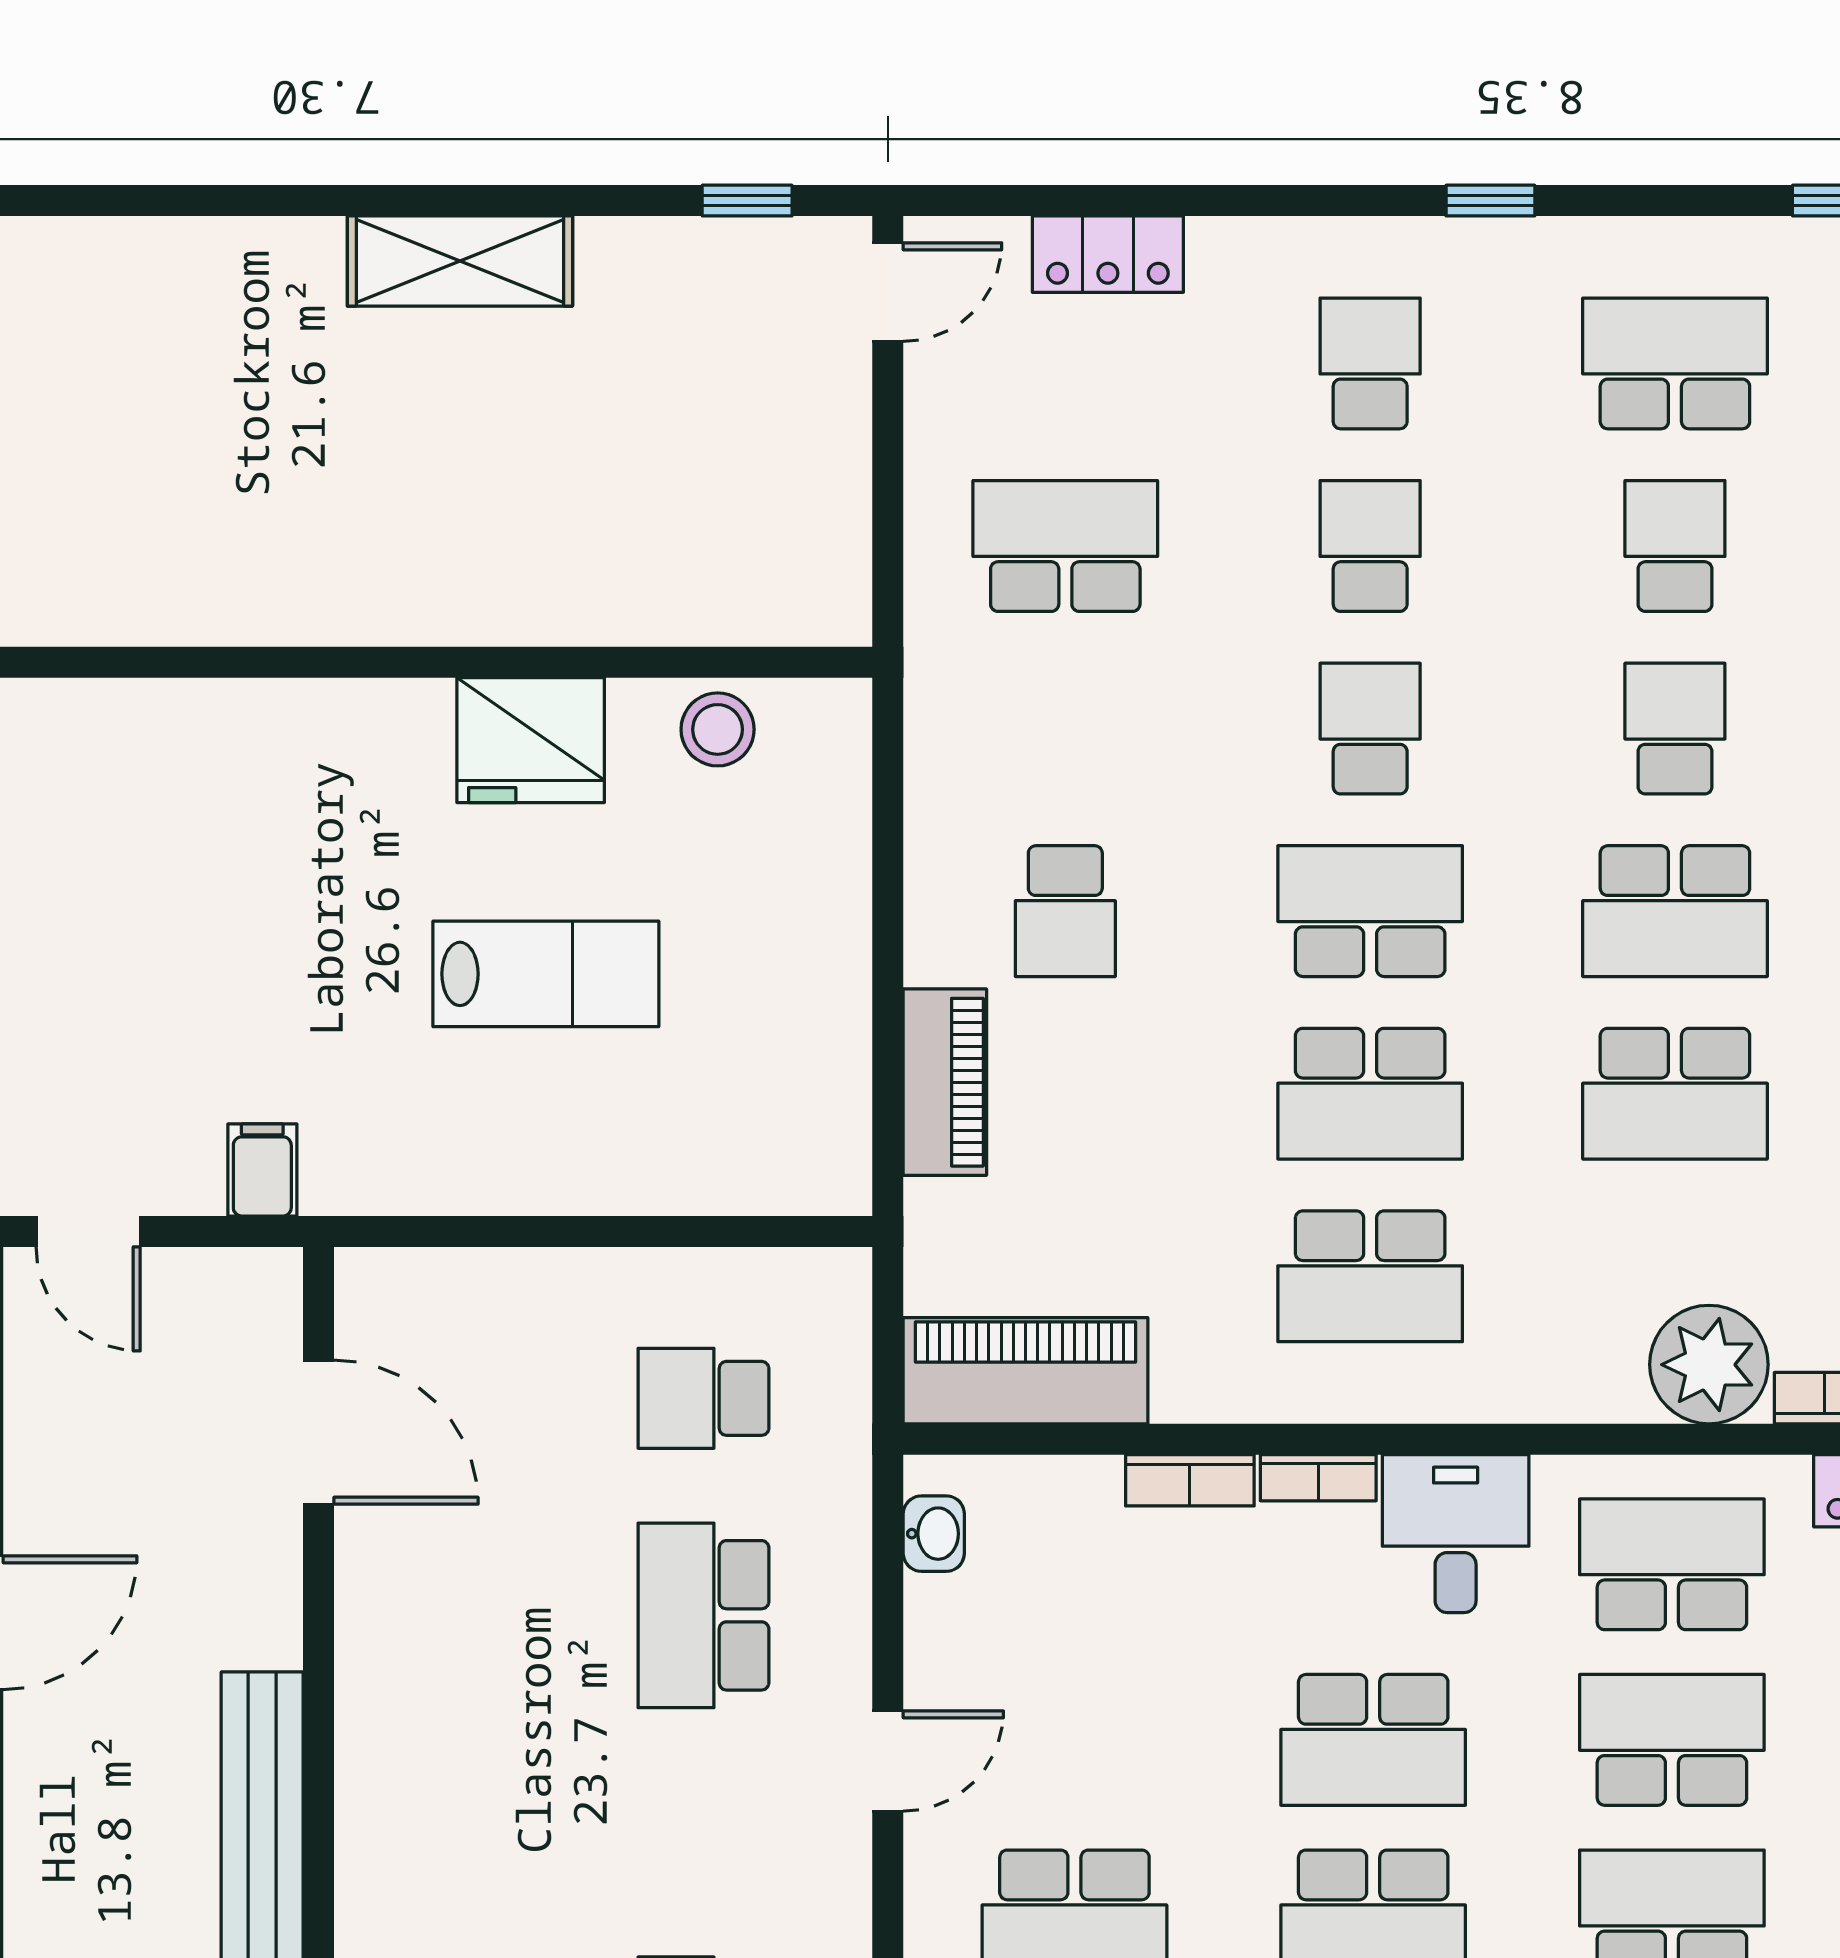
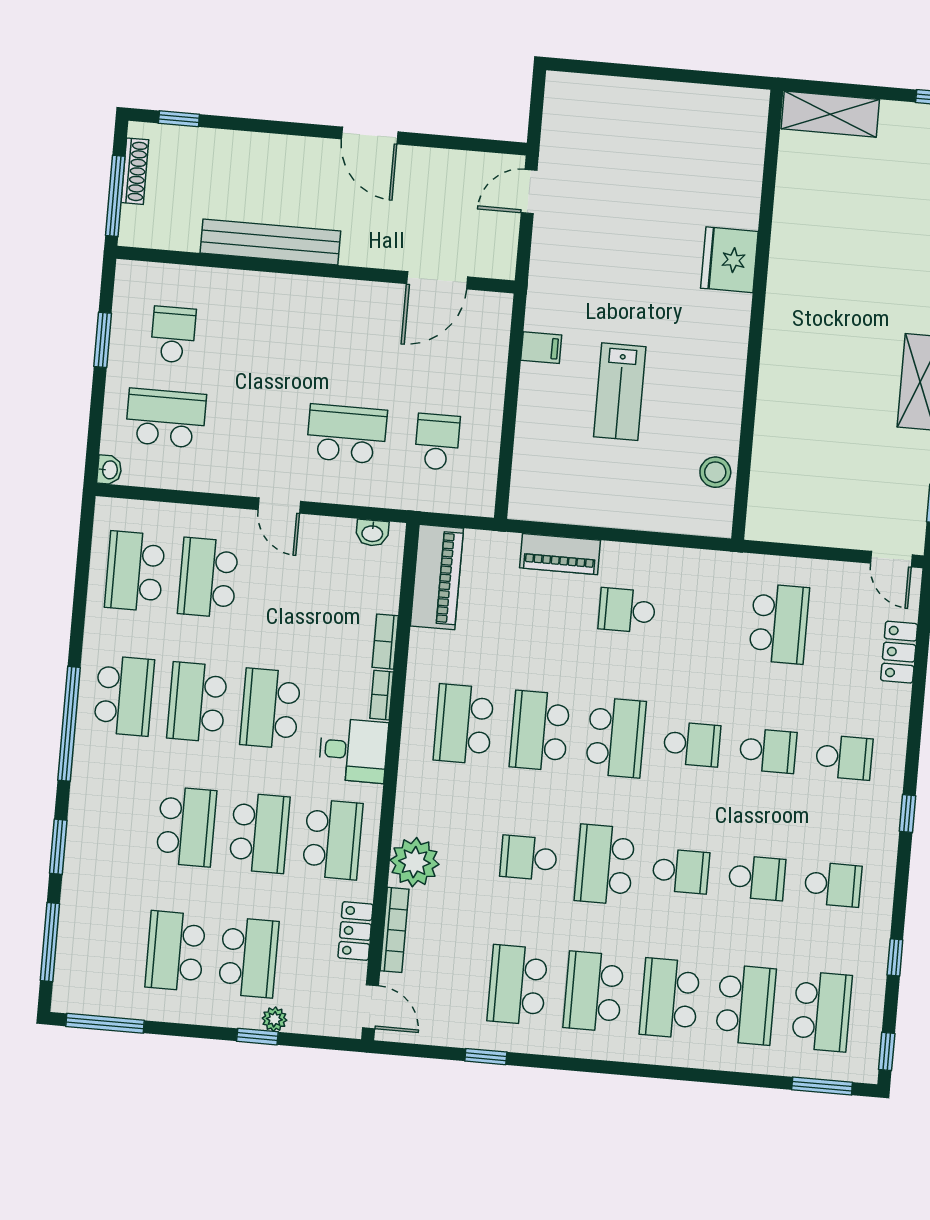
school desk: (1675, 363) -> (833, 884), width x0.54
fridge: (531, 740) -> (729, 260), moved
school desk: (1675, 1094) -> (529, 858), width x0.54
filing cabinet: (262, 1170) -> (541, 348), moved

